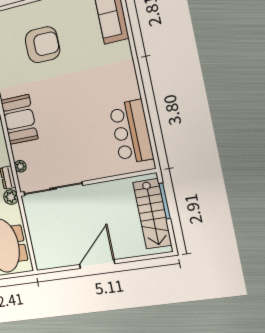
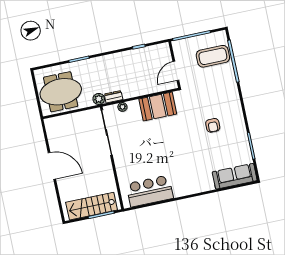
armchair: (42, 45) -> (213, 125), width x0.53, depth x0.53

